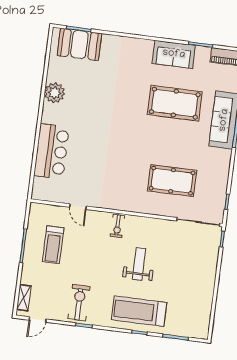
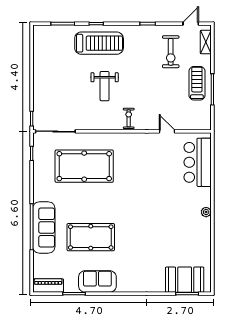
plant: (55, 93) -> (206, 212), moved, width x0.53, depth x0.53
bar counter: (51, 151) -> (198, 162), moved
pool table: (172, 181) -> (84, 166), width x1.36, depth x1.32
treadmill: (53, 245) -> (197, 83), moved
exercise bike: (79, 303) -> (171, 52), moved

